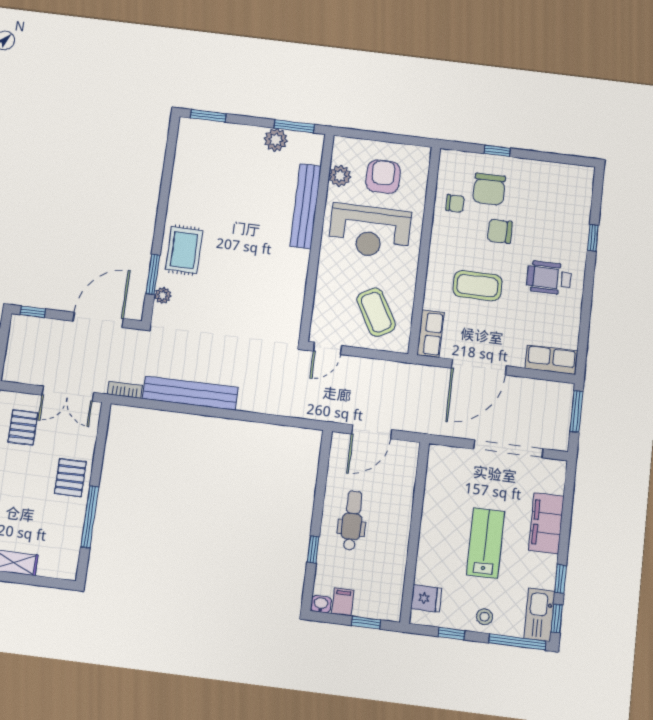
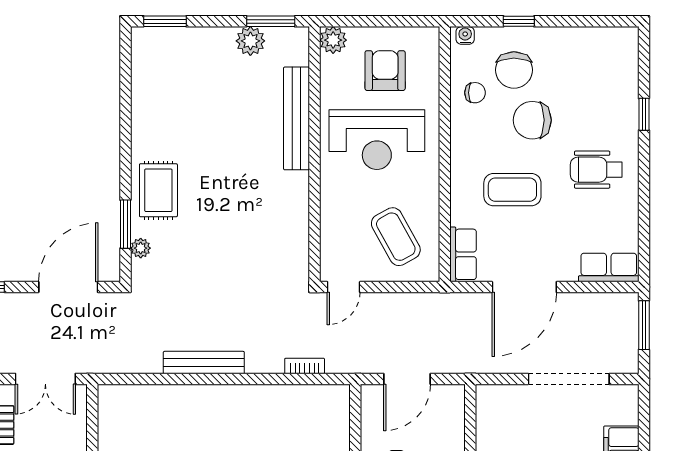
water cooler: (452, 157) -> (465, 35), added
plant: (340, 176) -> (333, 40), moved
chair: (500, 231) -> (532, 120), width x1.37, depth x1.37
bookcase: (125, 390) -> (305, 366), moved
bench: (190, 393) -> (204, 363), width x0.73, depth x0.82

